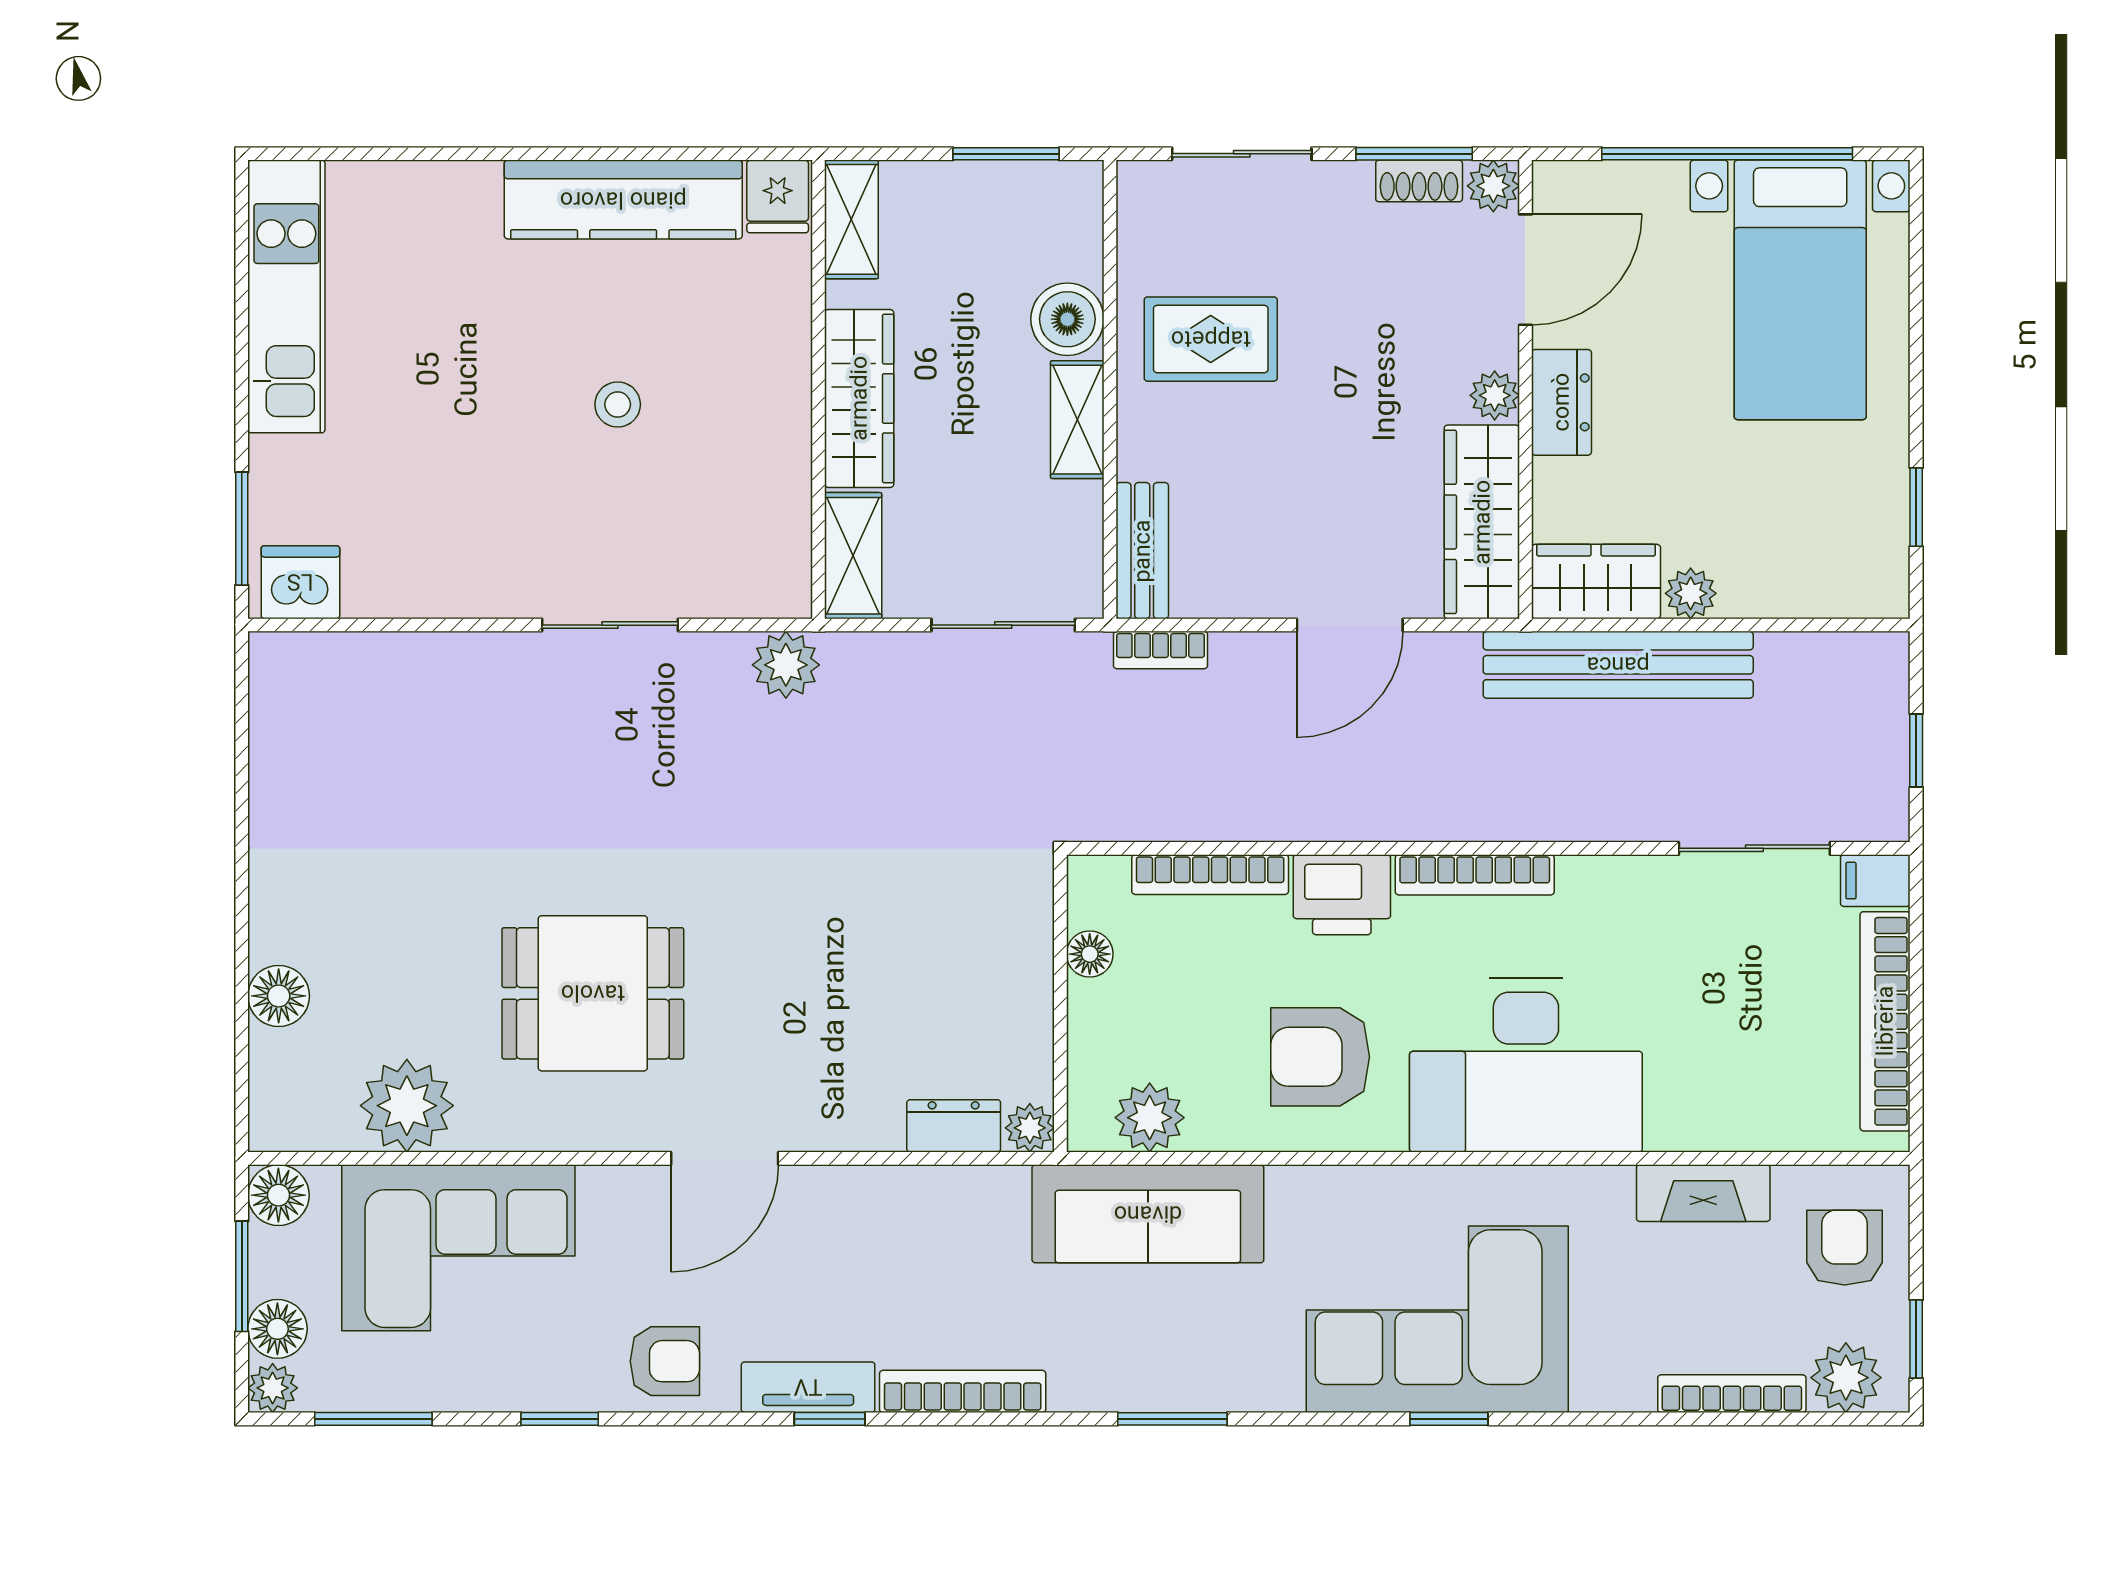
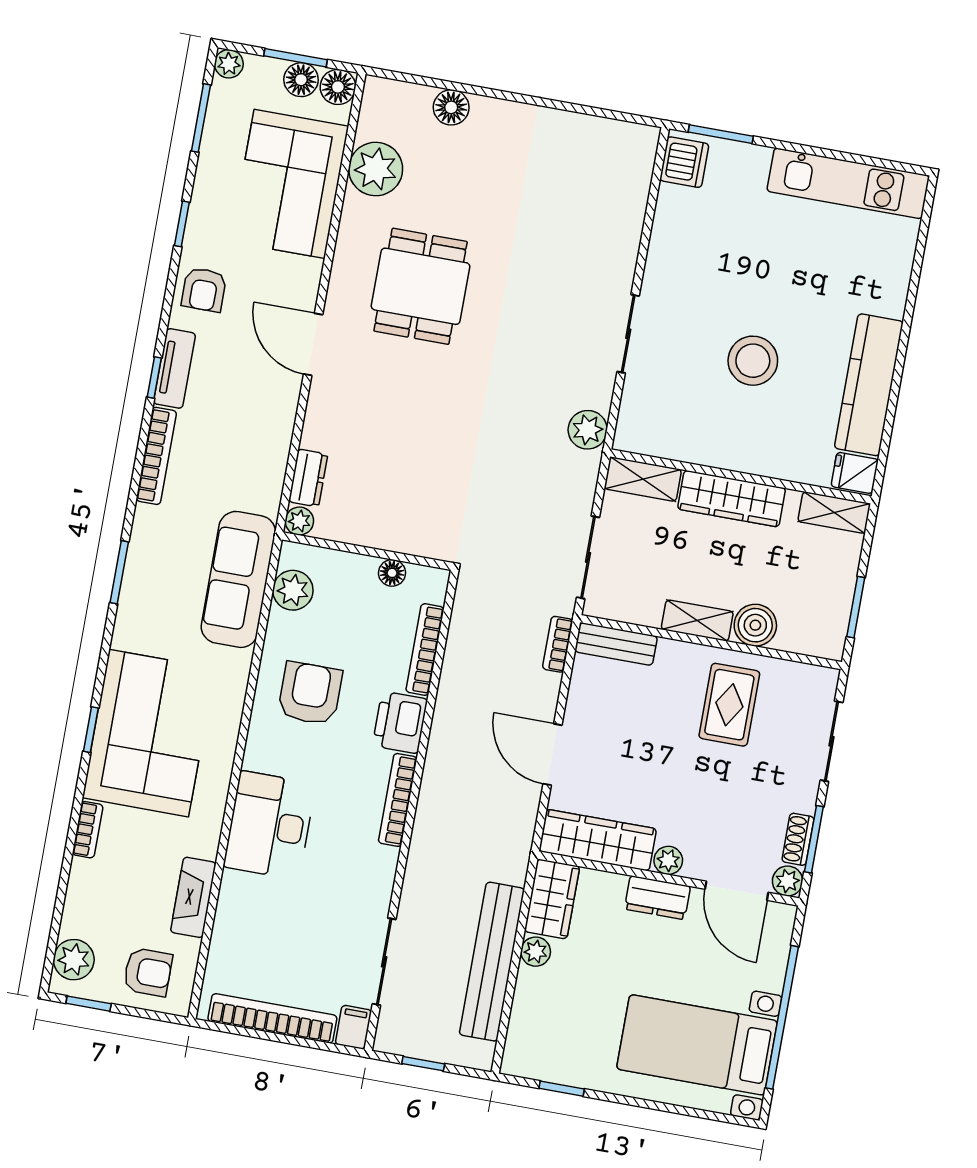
stool: (618, 404) -> (753, 361), width x1.89, depth x1.89
bench: (1618, 665) -> (492, 962), moved
desk: (1526, 1065) -> (270, 825), width x0.73, depth x0.77
floor lamp: (277, 1329) -> (301, 80), moved
bookcase: (1732, 1394) -> (88, 830), moved, width x0.64

